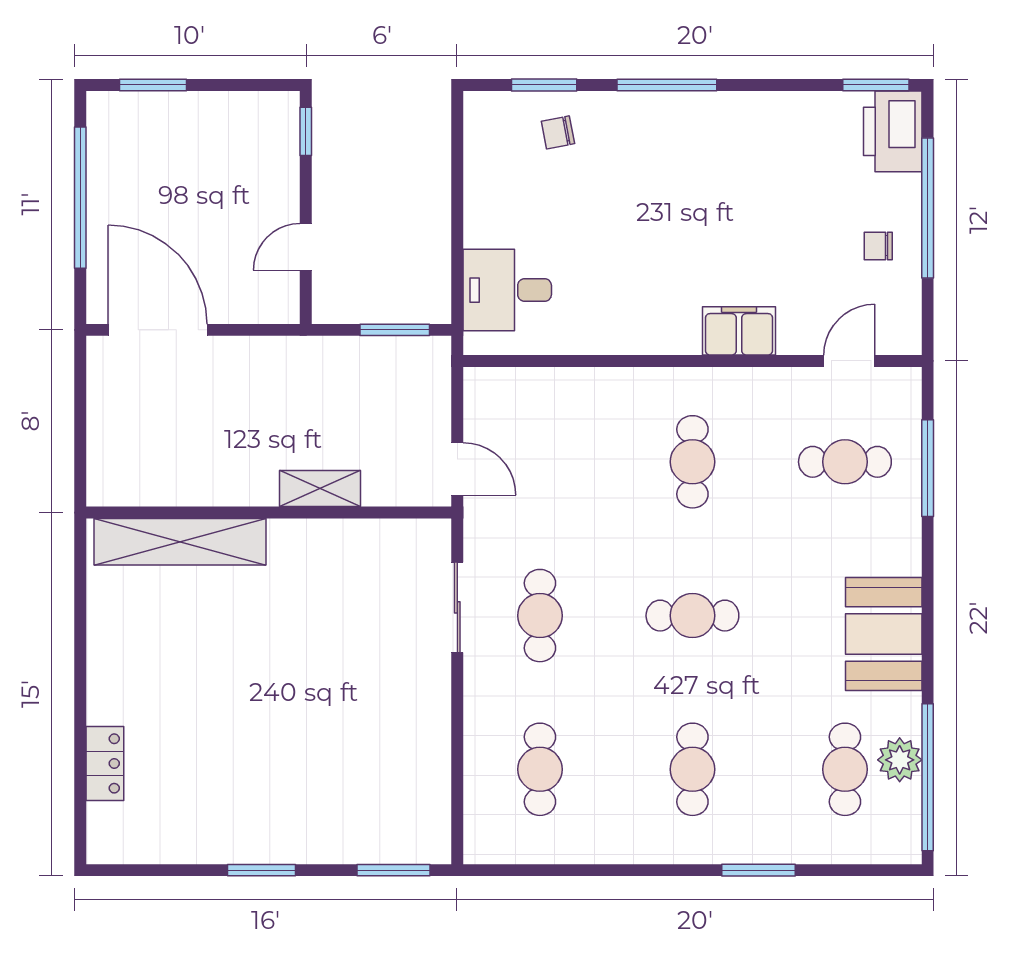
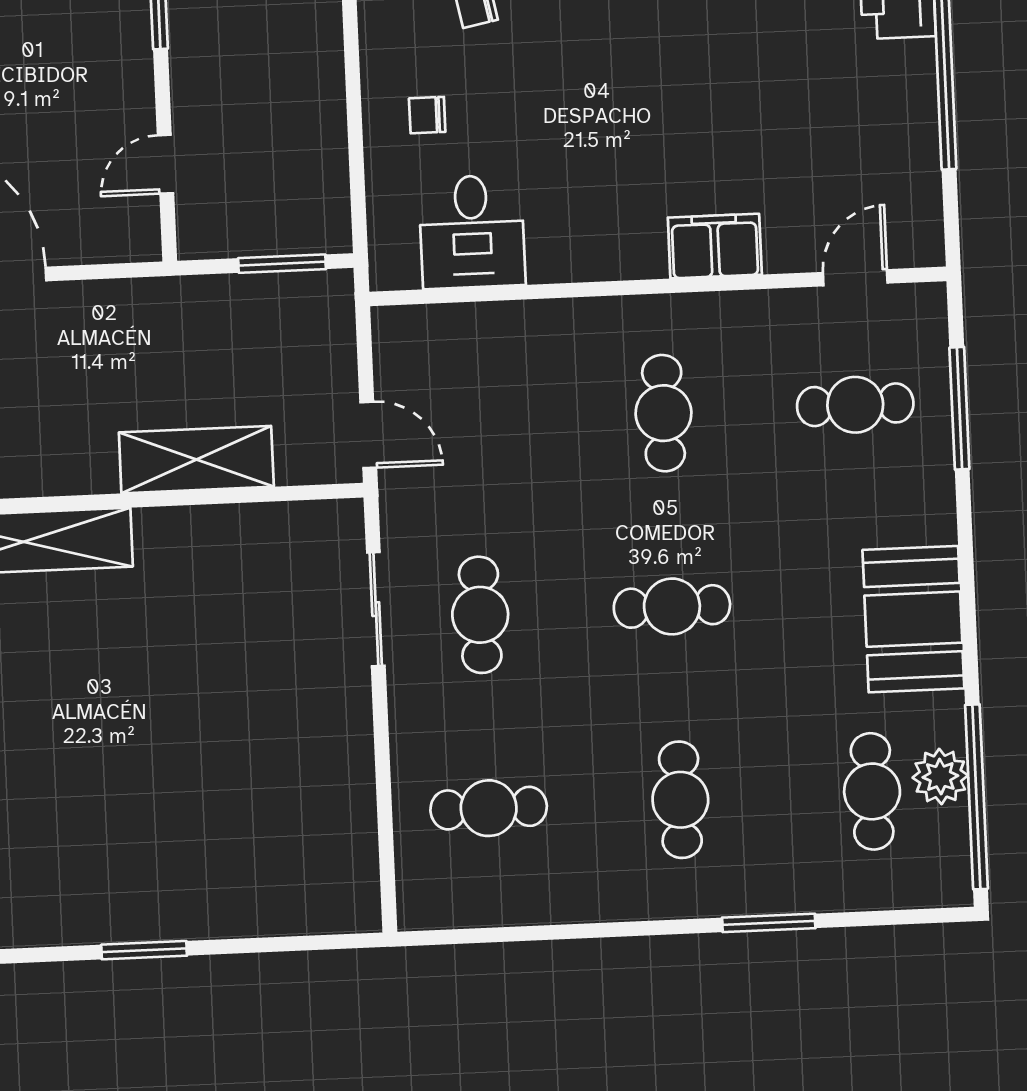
chair: (878, 246) -> (427, 115), moved
desk: (507, 290) -> (472, 232), moved, turned -90
shelving: (320, 489) -> (196, 460), width x1.50, depth x1.33
cafe table: (540, 769) -> (489, 808), turned 90
window: (394, 870) -> (310, 943), removed

